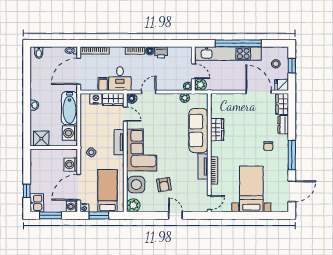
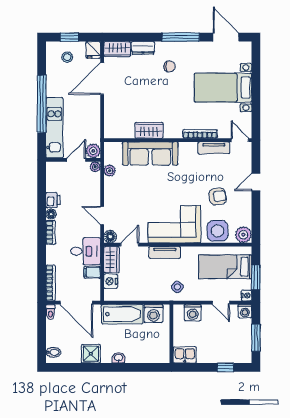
kitchen unit: (228, 54) -> (54, 128), width x0.73
shower: (41, 139) -> (91, 354), moved
tv unit: (203, 166) -> (214, 148), moved
door: (79, 187) -> (221, 303), width x0.53
kitchen sink: (37, 203) -> (185, 355), moved

